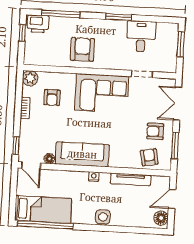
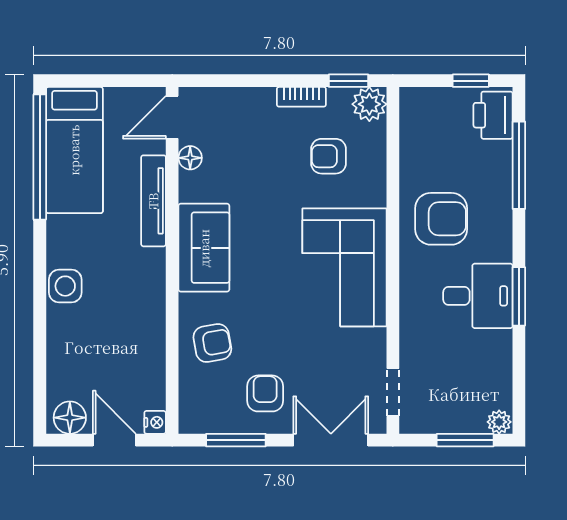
plant: (174, 29) -> (499, 422), added
desk: (141, 36) -> (478, 296), moved
doorway: (142, 74) -> (393, 392), moved
window: (16, 145) -> (349, 81), moved
sofa: (82, 154) -> (204, 248), width x0.73
armchair: (149, 157) -> (212, 343), moved
nightstand: (94, 177) -> (155, 422), moved
tv unit: (131, 179) -> (153, 201), moved

